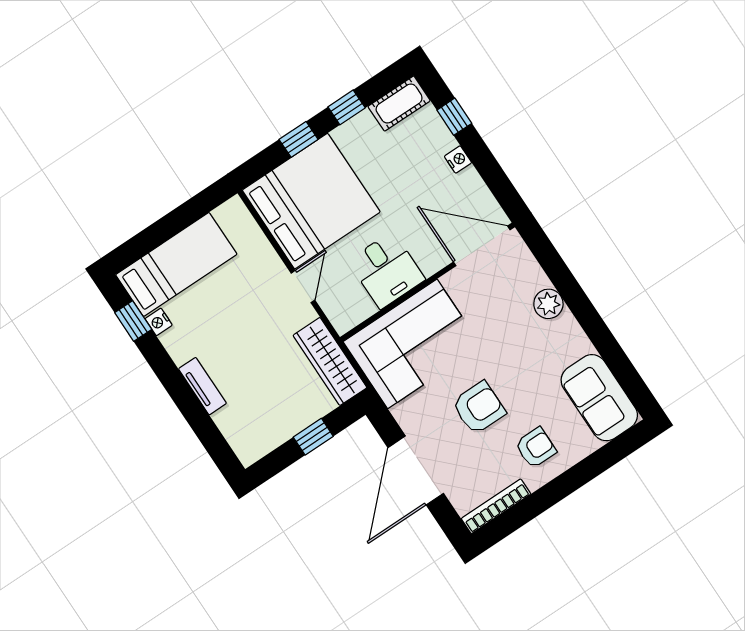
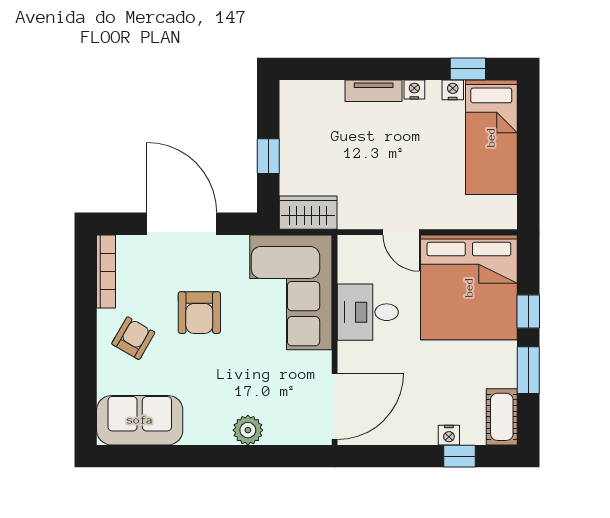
window: (347, 107) -> (528, 370), width x1.50
nightstand: (458, 159) -> (449, 435), moved
nightstand: (179, 353) -> (414, 90), added
wardrobe: (330, 361) -> (308, 213), width x0.67
armchair: (536, 448) -> (133, 338), turned -150

